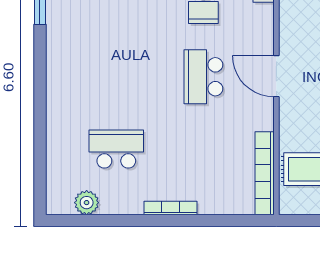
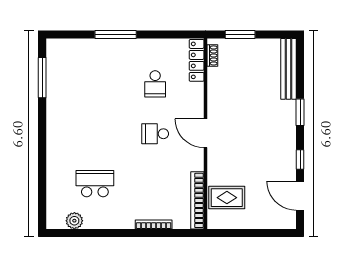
school desk: (203, 77) -> (155, 134), width x0.54
bookcase: (170, 208) -> (154, 224), moved

